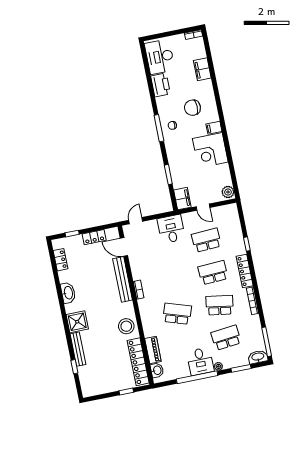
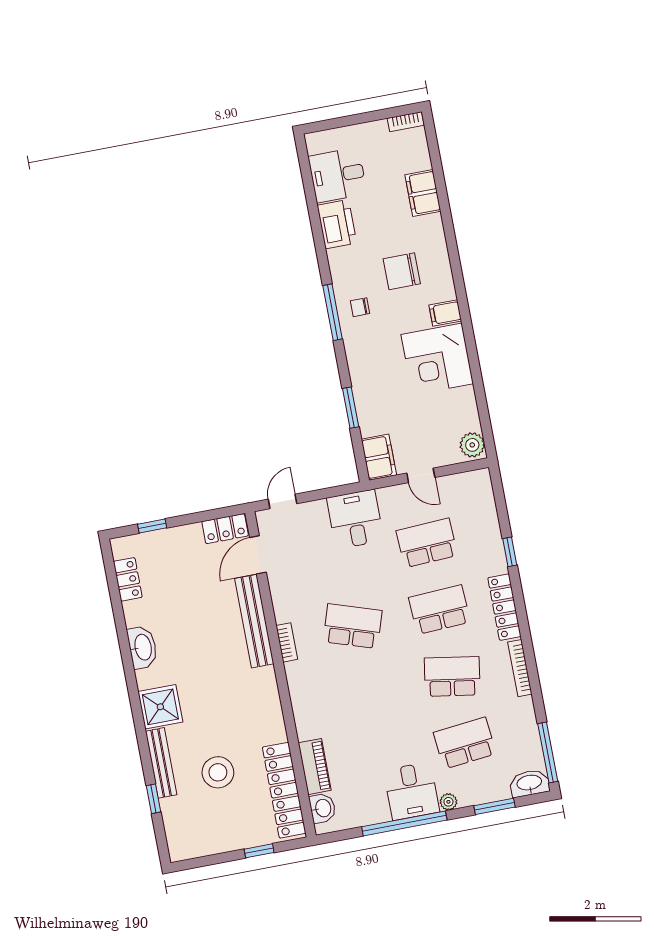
desk: (160, 57) -> (338, 175), width x0.73
locker: (94, 237) -> (225, 529), moved
door: (124, 247) -> (258, 555), hinge flipped
school desk: (177, 314) -> (353, 626), moved
stool: (126, 326) -> (218, 772), moved

